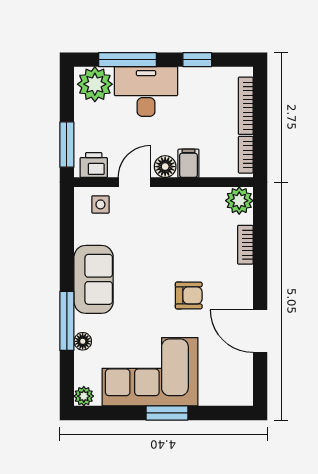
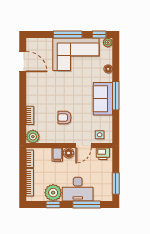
plant: (95, 84) -> (53, 193), moved
window: (67, 145) -> (116, 183), moved
armchair: (189, 295) -> (64, 118), moved
window: (67, 321) -> (116, 96), moved
door: (260, 331) -> (23, 62), moved
window: (102, 413) -> (99, 34), added
window: (167, 413) -> (68, 34), width x1.44

